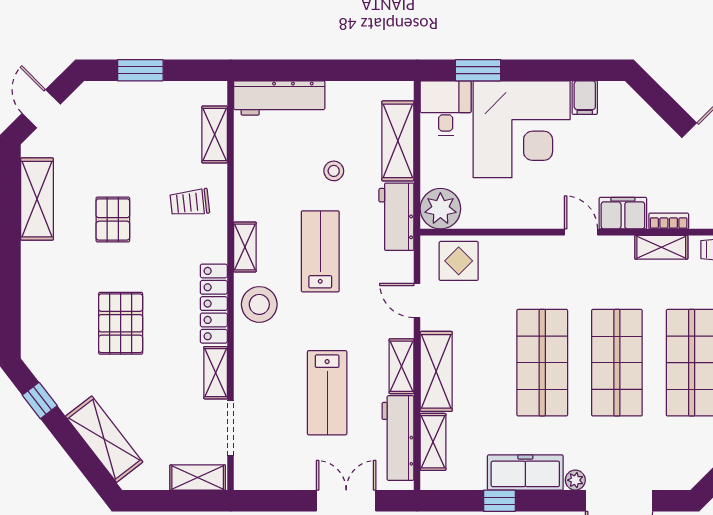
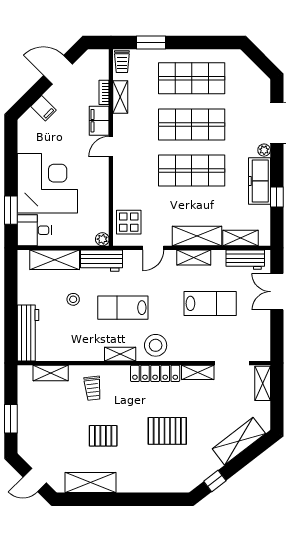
filing cabinet: (585, 98) -> (44, 108), moved, turned 45
plant: (440, 209) -> (102, 239), width x0.53, depth x0.53
workbench: (398, 438) -> (245, 260), width x0.73

